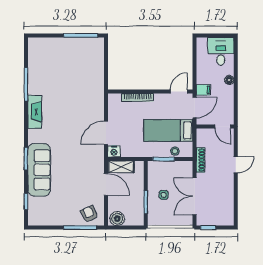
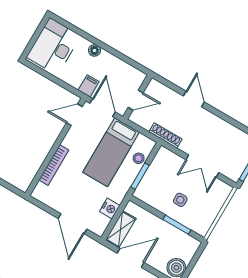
desk: (221, 51) -> (54, 46), width x1.37
door: (179, 92) -> (74, 115), hinge flipped
door: (223, 127) -> (136, 100), moved
nightstand: (114, 151) -> (110, 208), moved
double door: (195, 196) -> (202, 166), width x0.73

